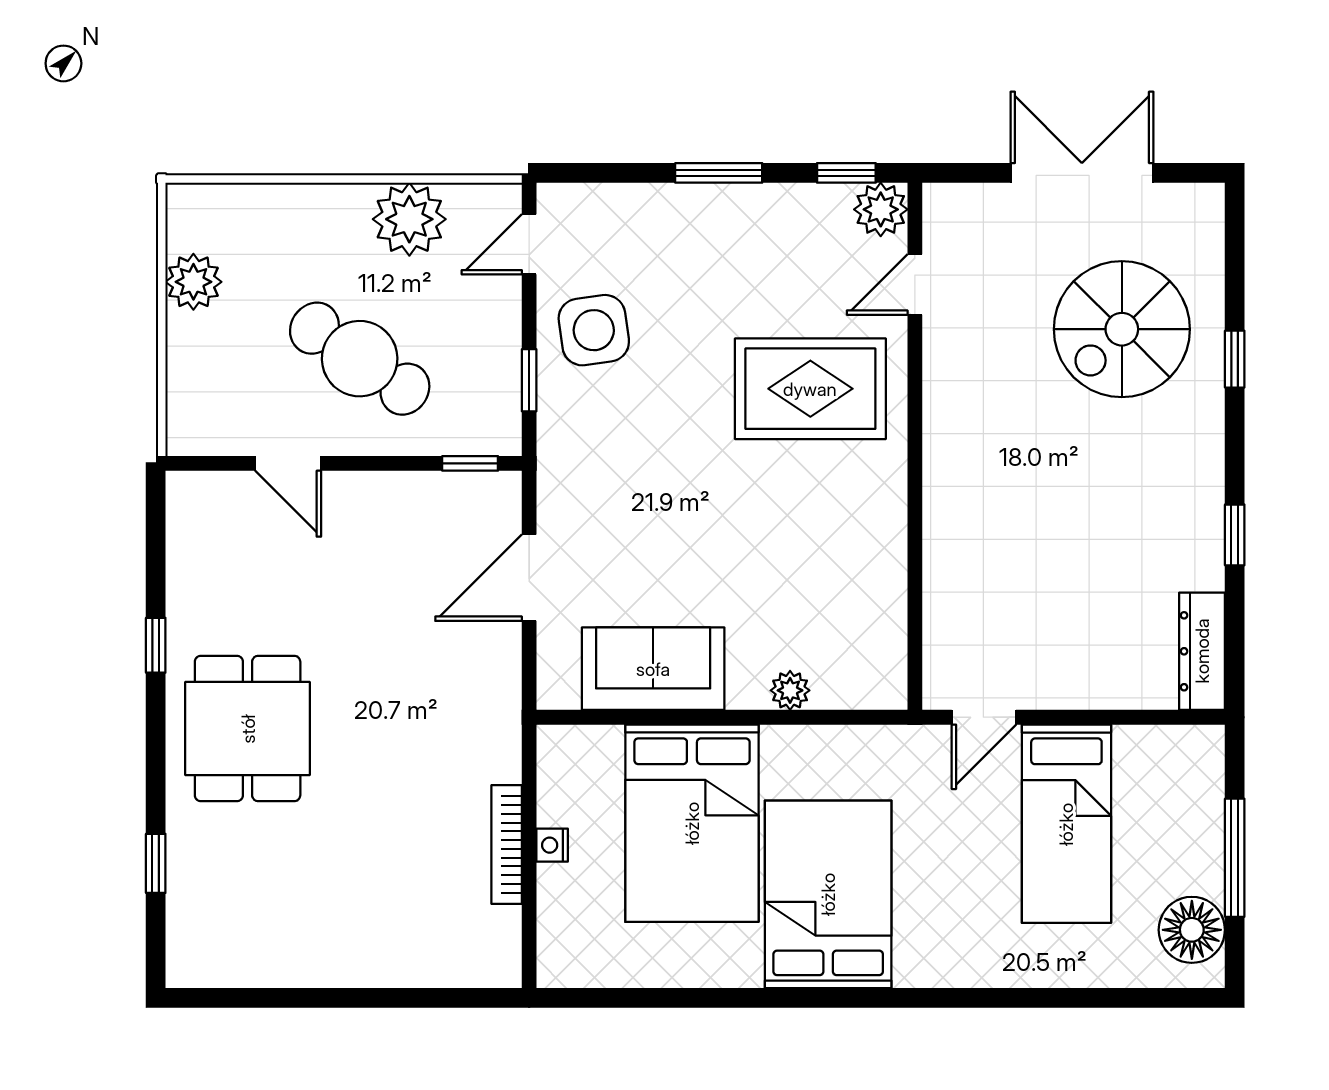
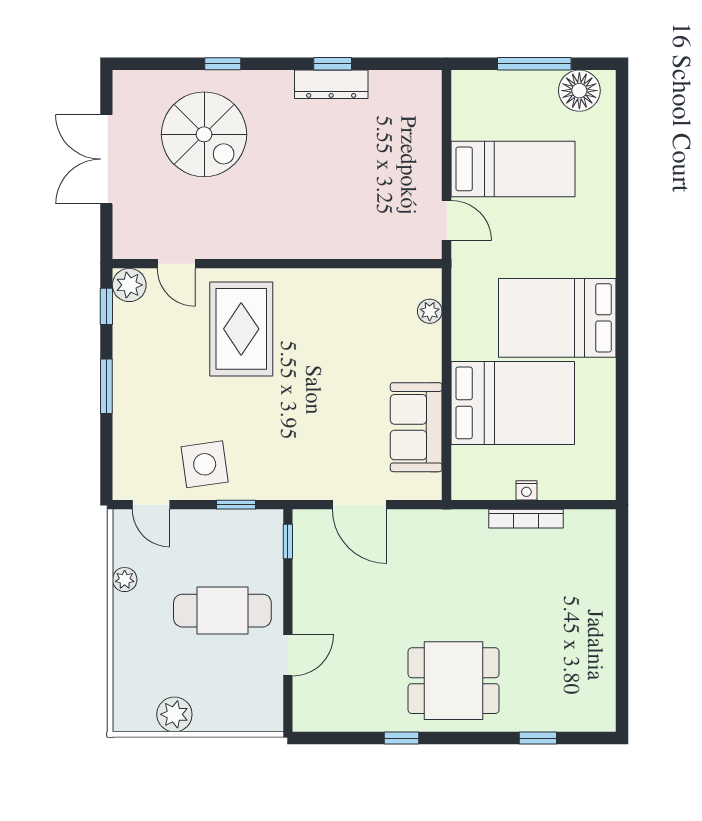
plant: (409, 219) -> (125, 580), width x0.53, depth x0.53
cafe table: (360, 359) -> (222, 611), turned 56
dresser: (1202, 651) -> (331, 84), moved
plant: (790, 690) -> (430, 311), moved

